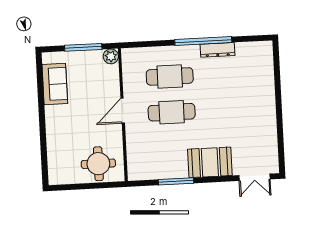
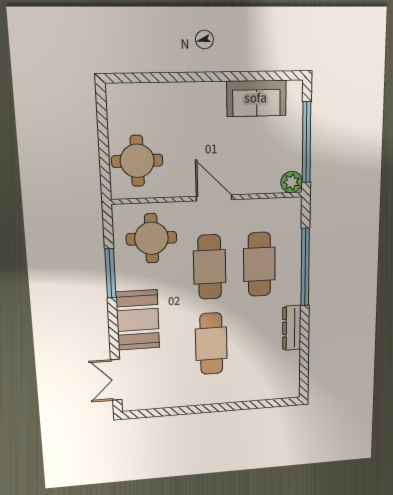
window: (203, 41) -> (305, 267), moved
window: (83, 47) -> (306, 142), width x1.46
cafe table: (229, 109) -> (211, 344), added
round table: (151, 153) -> (151, 238), added

